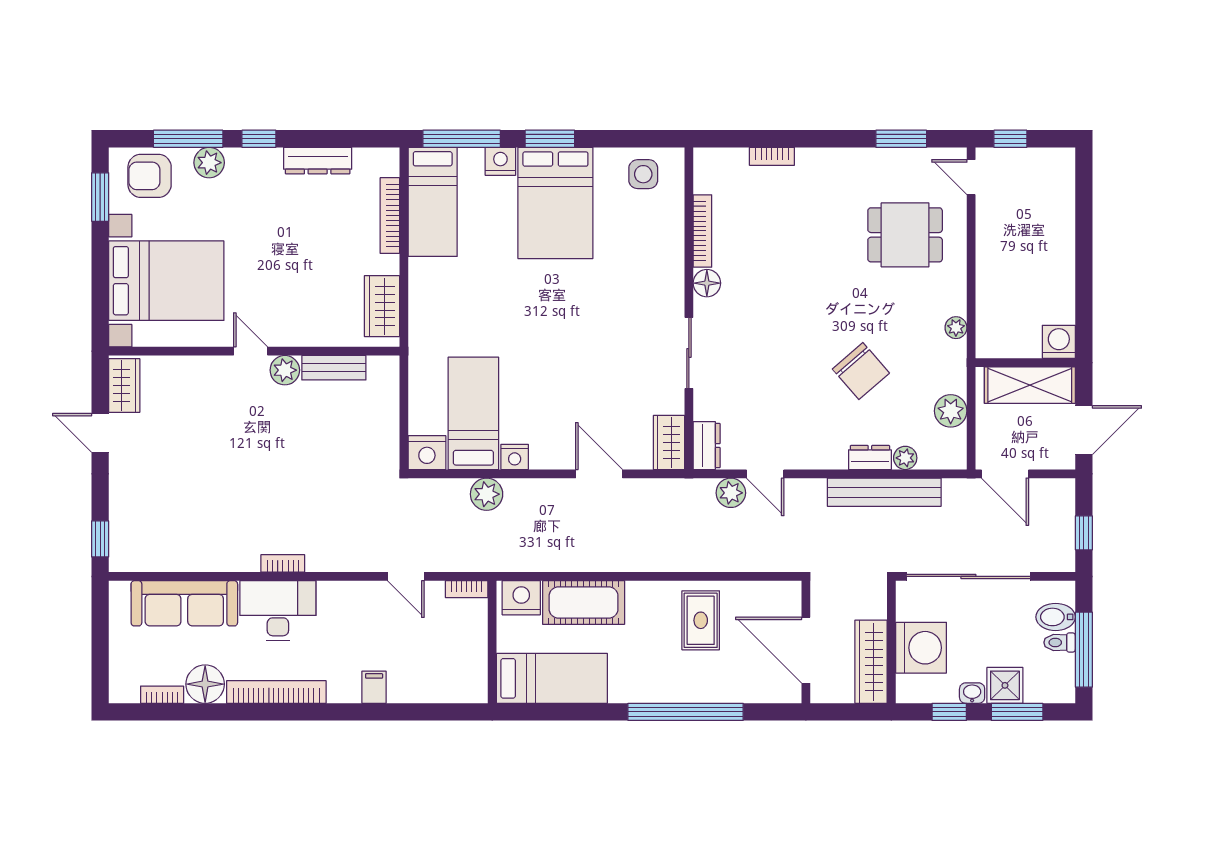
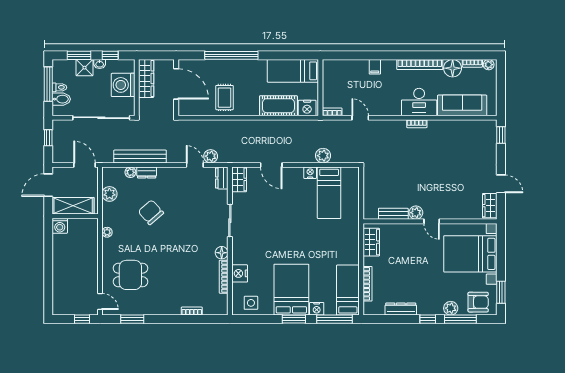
nightstand: (427, 453) -> (240, 273), moved, turned -90
plant: (127, 692) -> (489, 65), added

